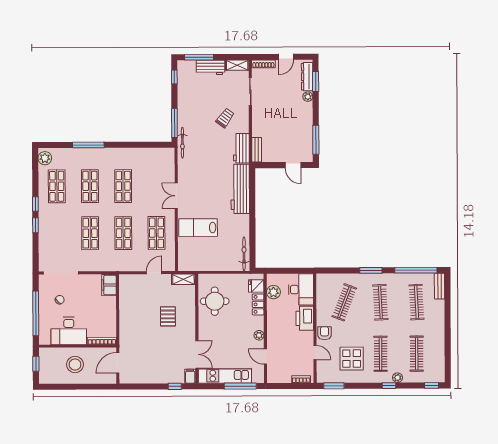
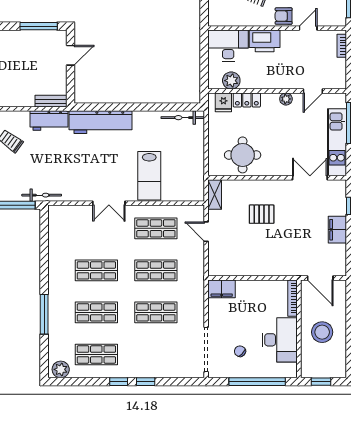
filing cabinet: (190, 376) -> (337, 230), moved, width x2.00

